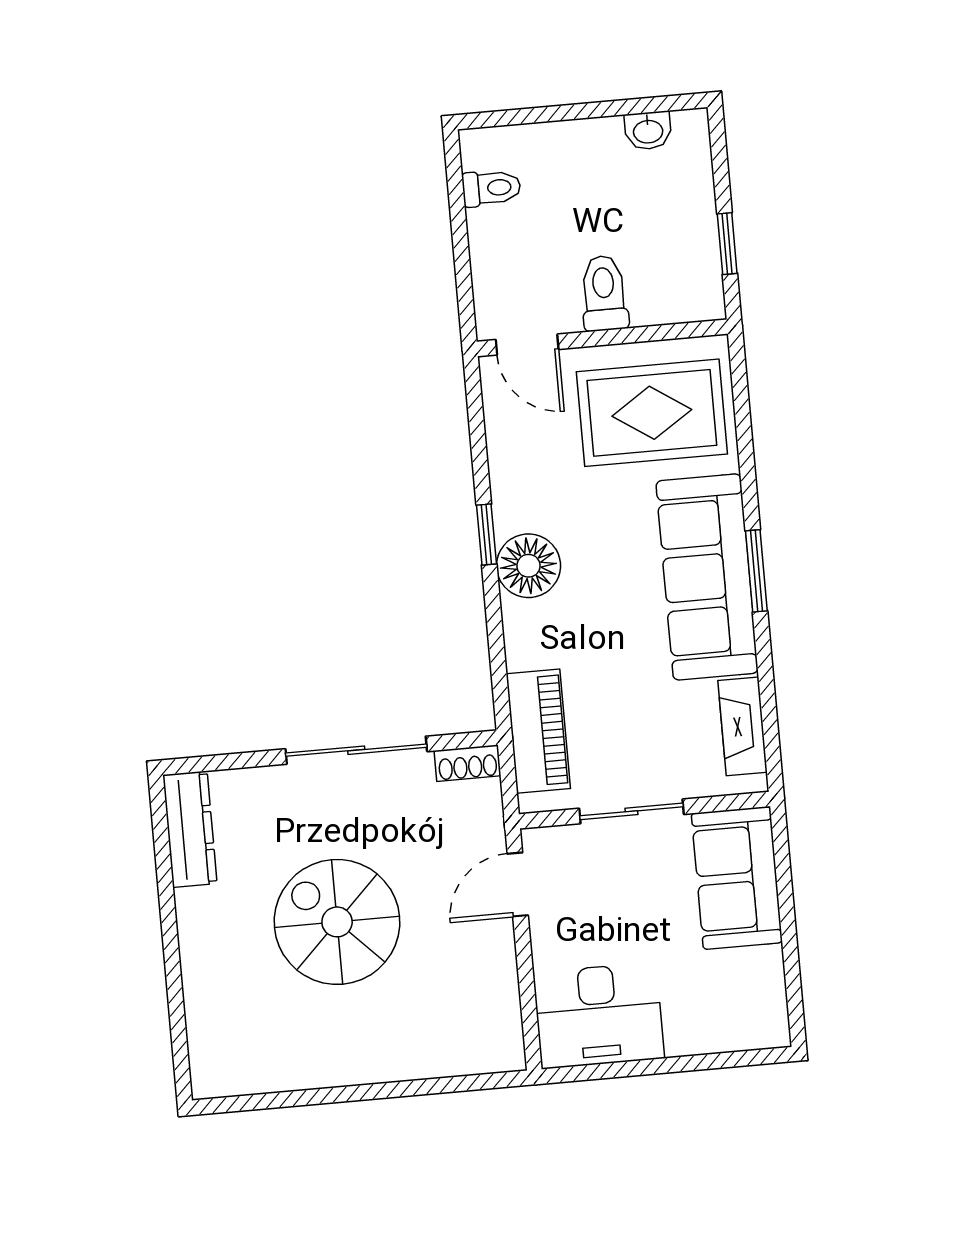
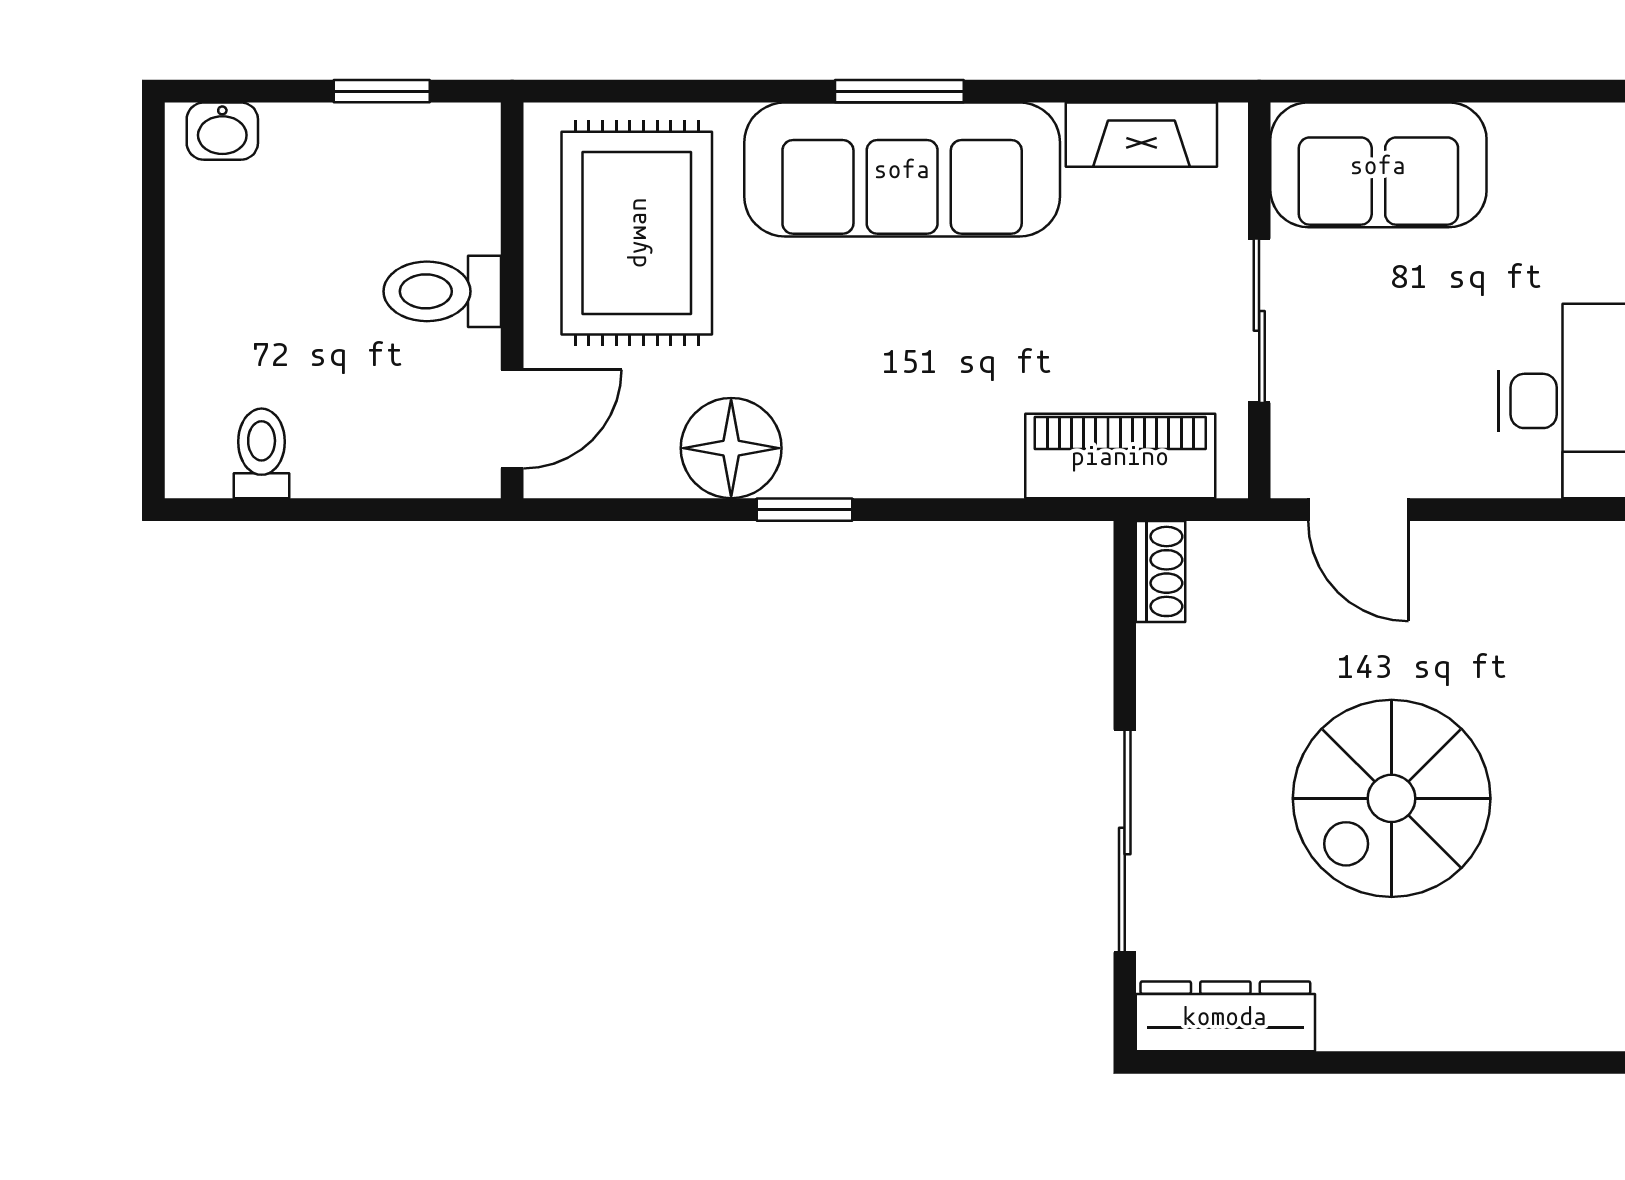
washbasin: (648, 131) -> (222, 131), moved, turned 90
floor lamp: (528, 566) -> (731, 448), moved
sliding door: (356, 750) -> (1125, 841), moved

